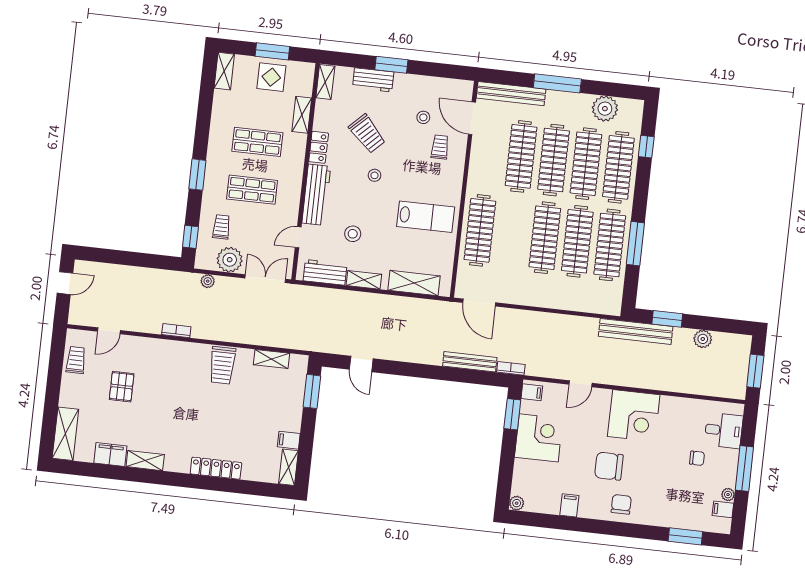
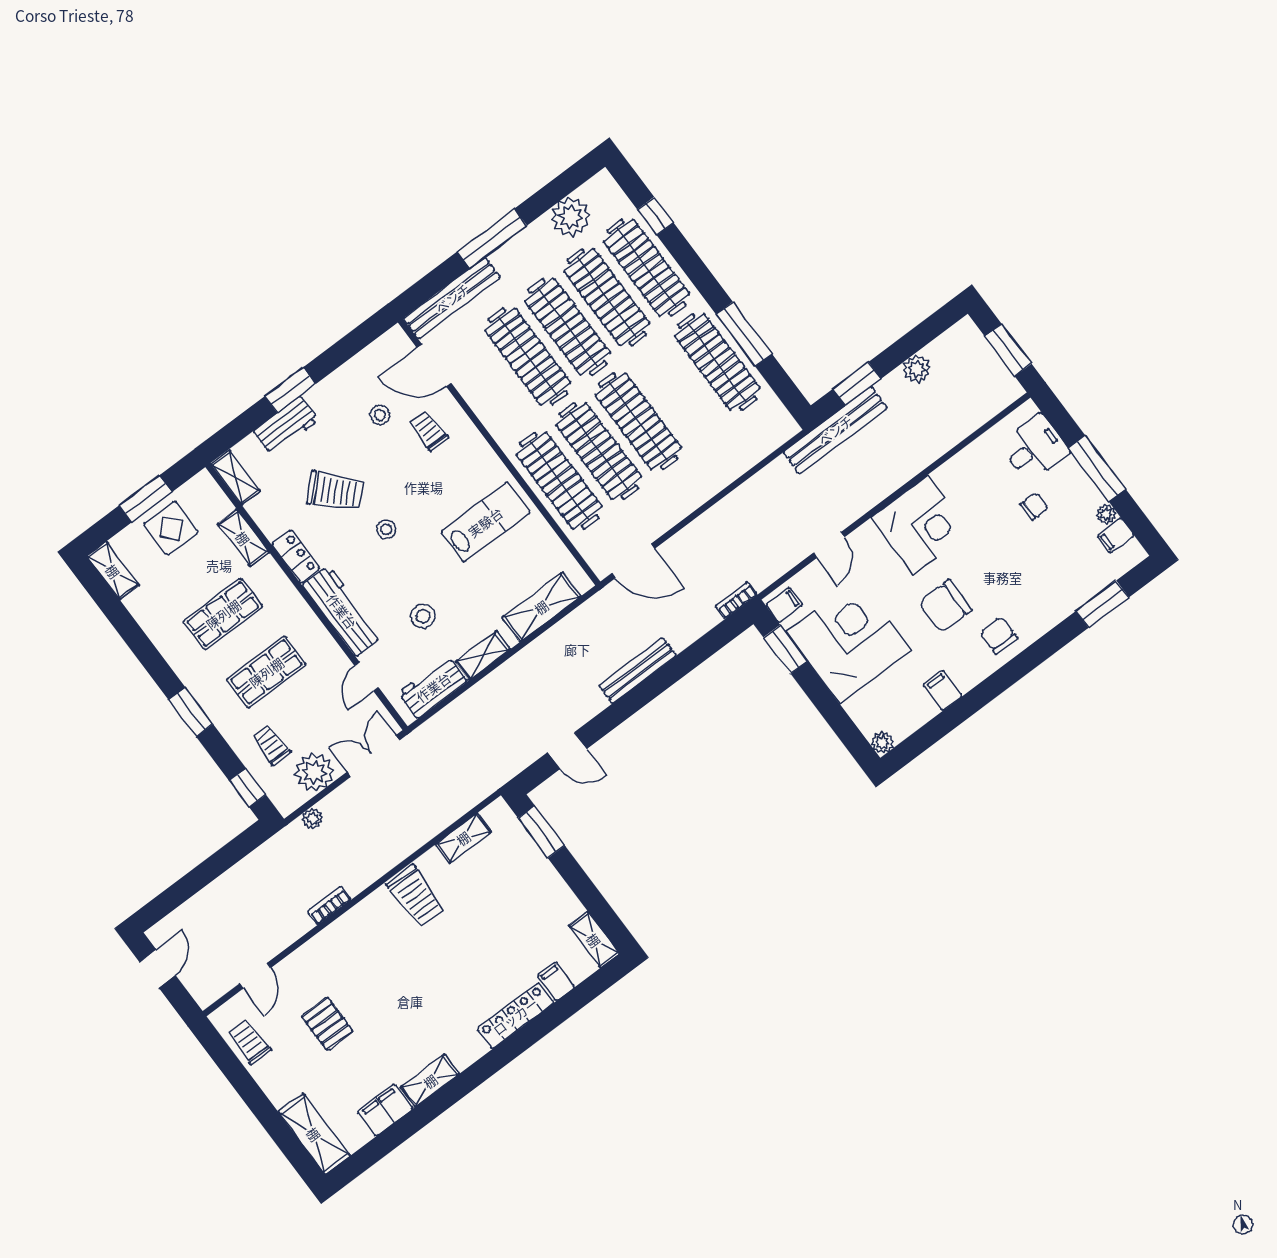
clothes rail: (577, 241) -> (599, 451), moved
bench: (470, 362) -> (638, 671), moved
corner desk: (539, 438) -> (849, 641), width x1.36, depth x1.36
filing cabinet: (289, 440) -> (556, 981), moved, turned 90

